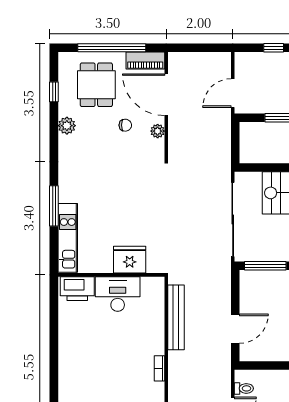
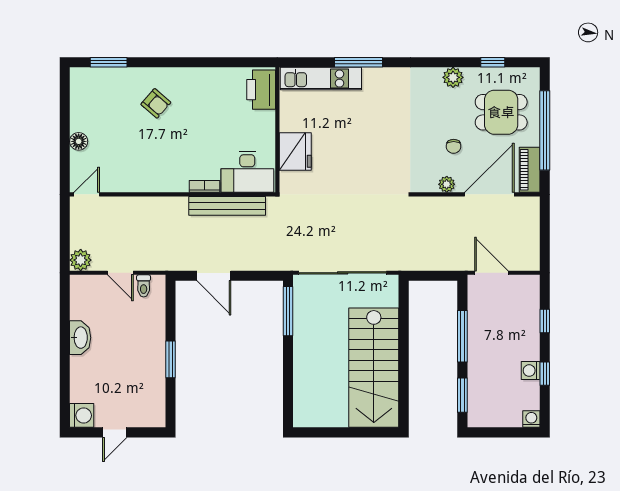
desk: (118, 294) -> (247, 172), moved, turned 90
bookcase: (159, 368) -> (204, 186), moved
armchair: (89, 378) -> (156, 103), added

